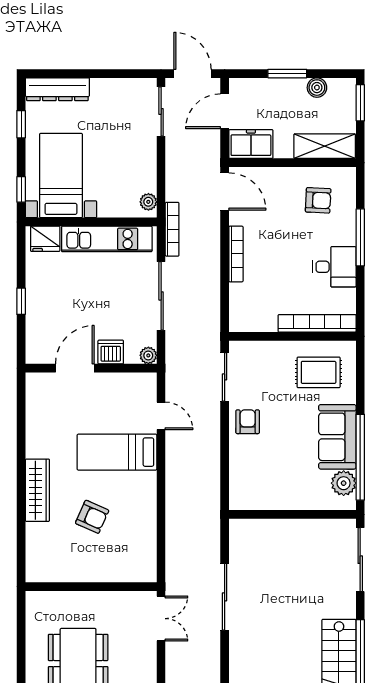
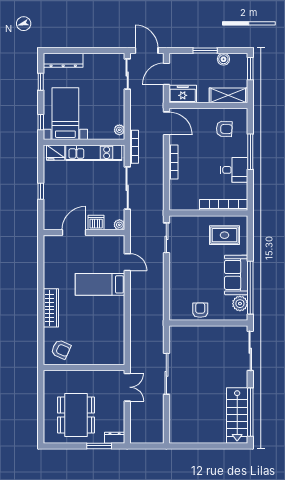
armchair: (248, 422) -> (200, 310), moved
armchair: (92, 517) -> (61, 349), moved

